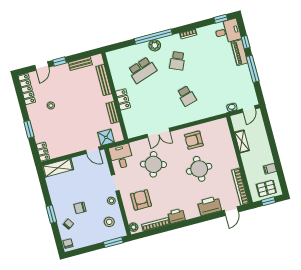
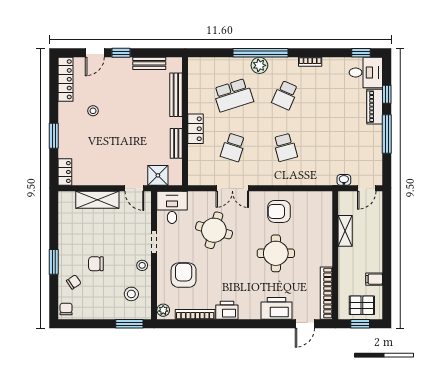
school desk: (152, 105) -> (233, 147), added
shelving: (58, 168) -> (97, 200), moved

